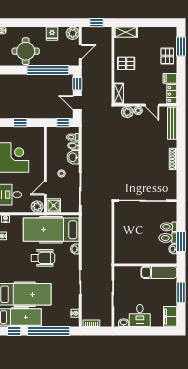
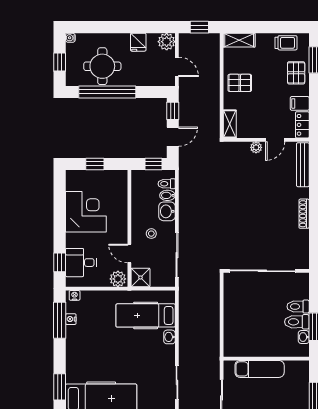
trolley: (160, 34) -> (286, 43), added
door: (80, 52) -> (177, 67), hinge flipped
window: (48, 70) -> (107, 92), moved
door: (77, 103) -> (173, 137), swing flipped
door: (152, 105) -> (275, 140), hinge flipped
plant: (127, 112) -> (241, 149), removed
door: (45, 188) -> (129, 253), hinge flipped
hospital bed: (51, 230) -> (146, 315), width x0.73, depth x0.78
wheelchair: (43, 258) -> (126, 349), removed
exam couch: (159, 272) -> (260, 369), moved

